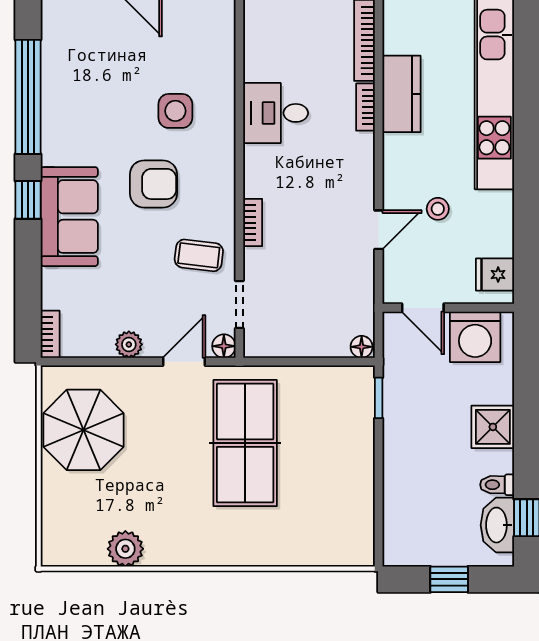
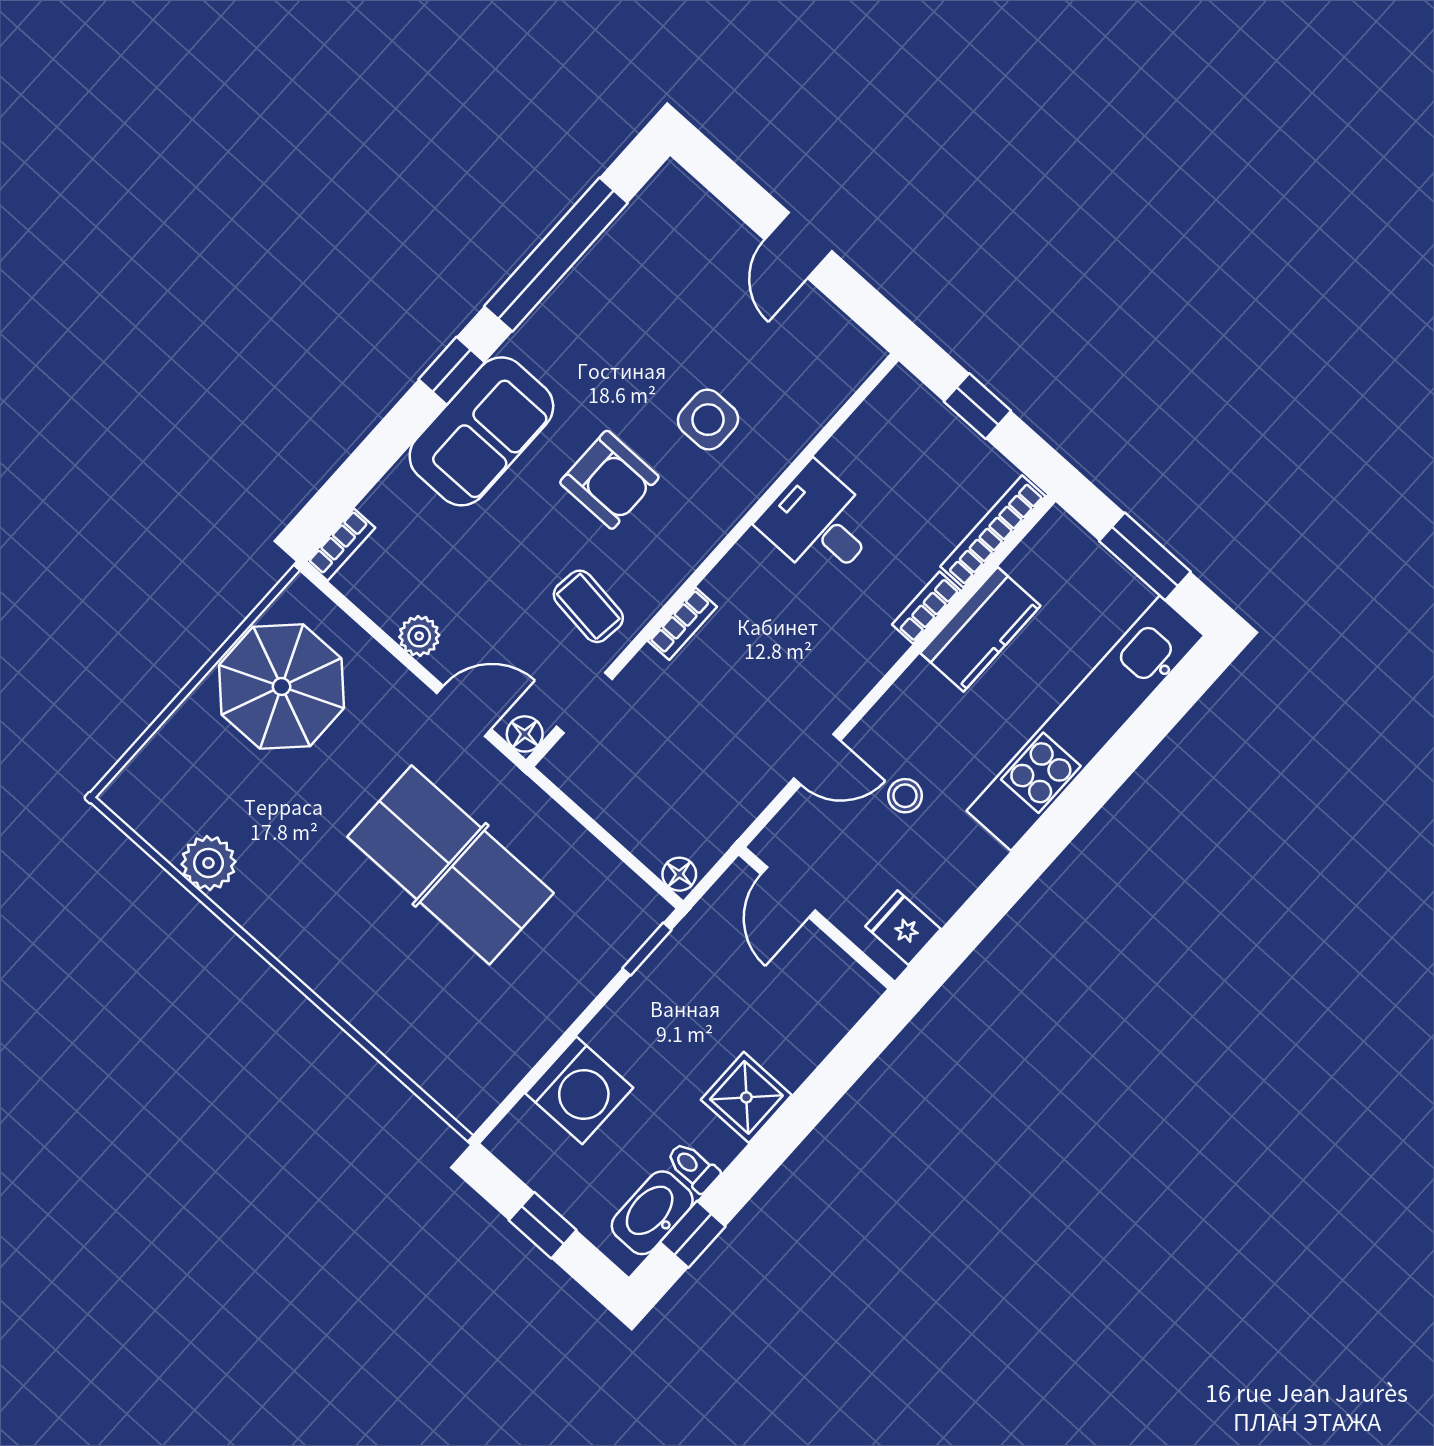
washing machine: (475, 337) -> (579, 1090), moved, turned -90
table tennis table: (245, 443) -> (451, 865), turned 90

